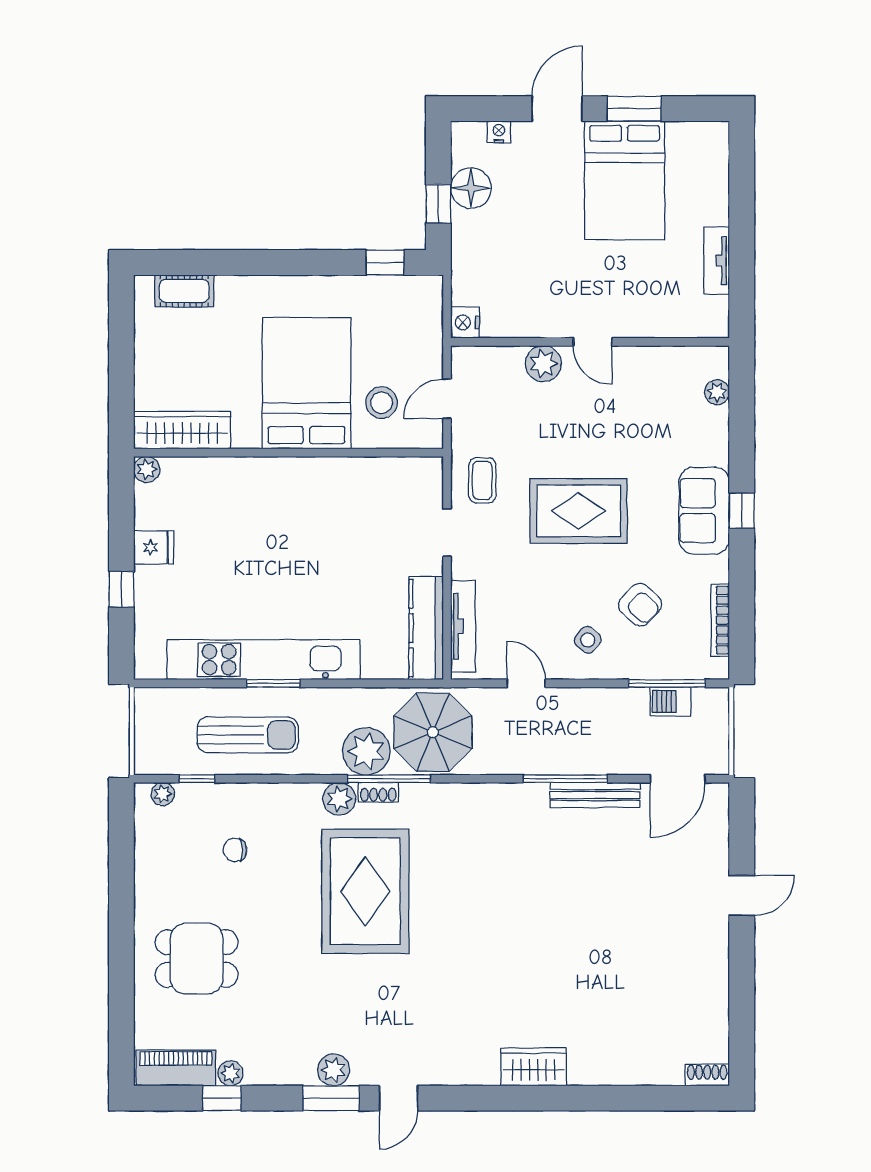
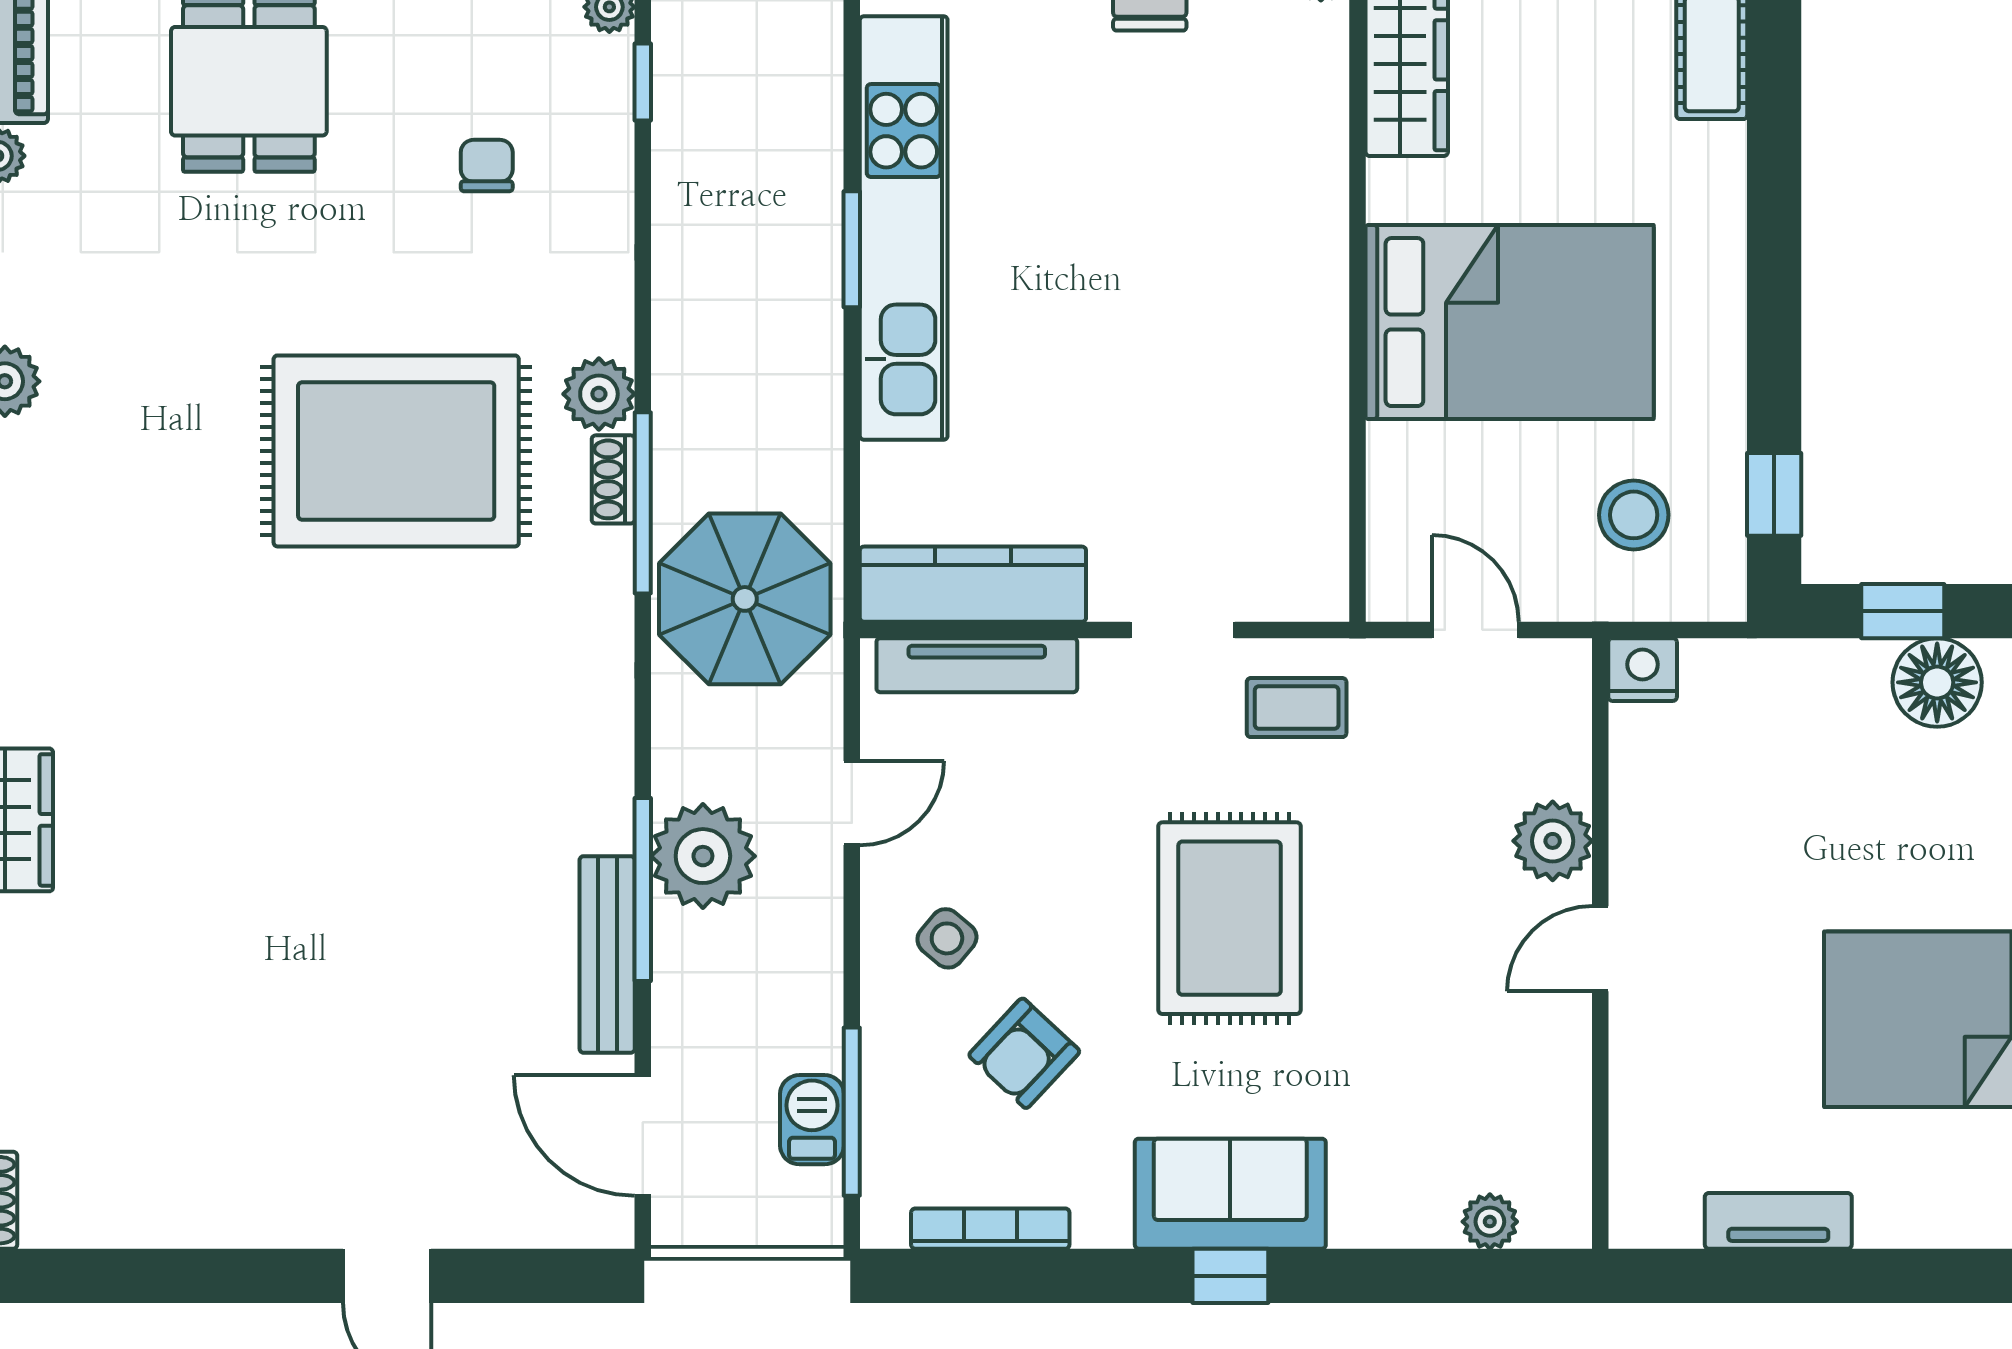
stool: (382, 403) -> (1634, 515), moved
sun lounger: (248, 735) -> (739, 193), removed
plant: (366, 751) -> (703, 856), moved

